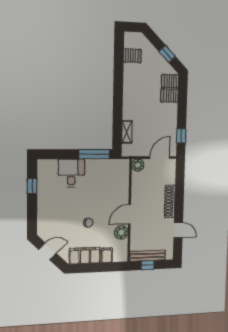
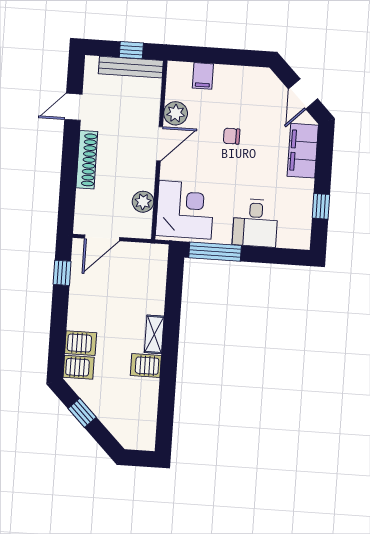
server rack: (132, 56) -> (146, 366), moved
shelving: (127, 132) -> (154, 334), moved
plant: (138, 165) -> (143, 202), moved
corner desk: (113, 177) -> (185, 210), added
door: (178, 230) -> (73, 107), hinge flipped
door: (47, 251) -> (303, 94), hinge flipped
filing cabinet: (85, 256) -> (303, 151), moved, turned 90

